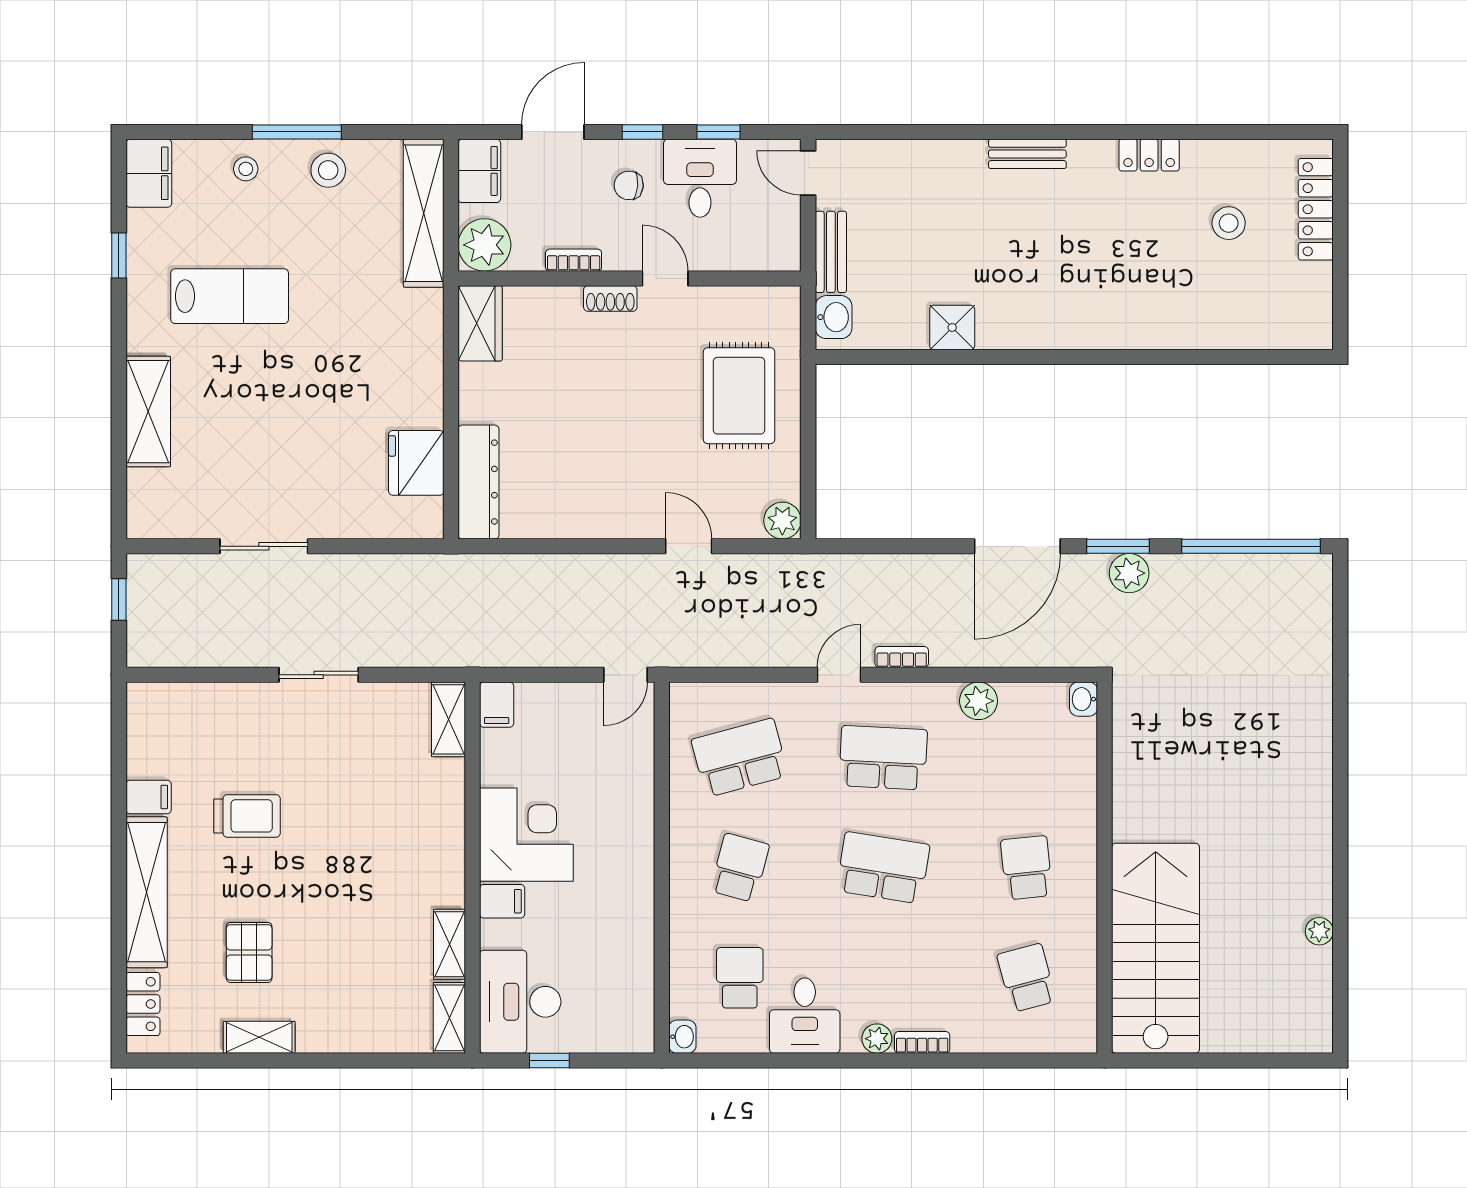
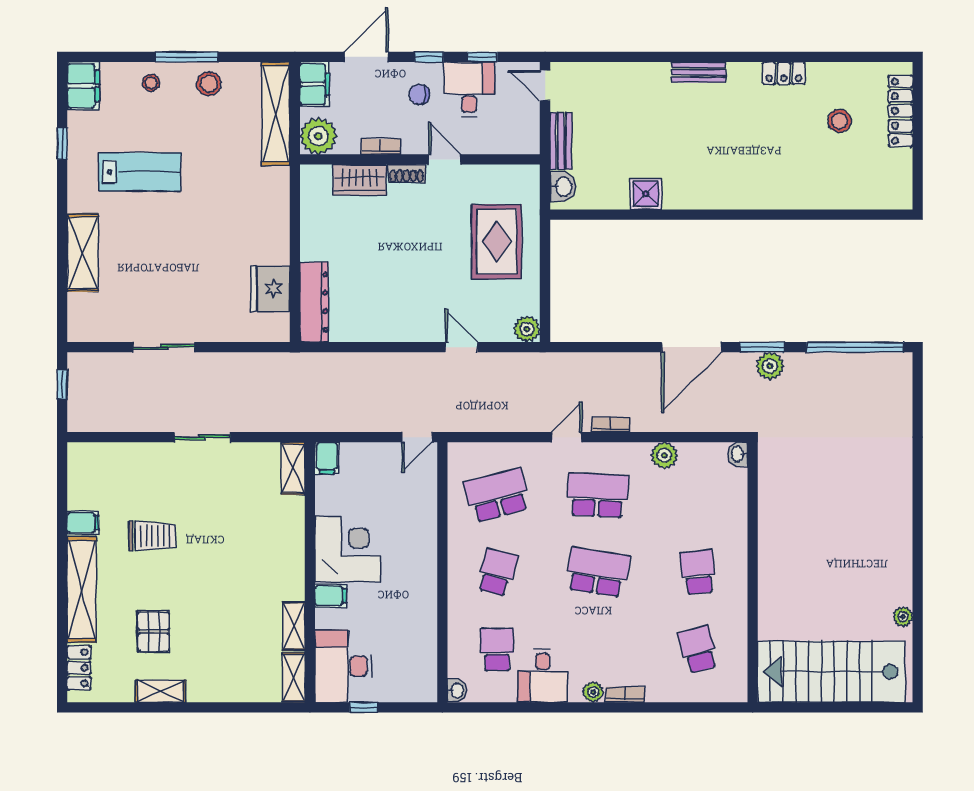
wardrobe: (480, 323) -> (359, 180), moved, turned 90
stairs: (1156, 948) -> (831, 672), moved, turned -90

